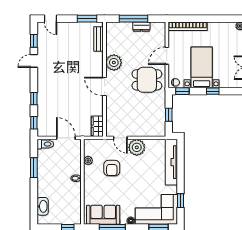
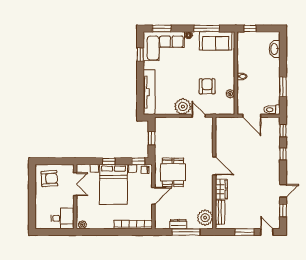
window: (87, 19) -> (245, 232), moved
plant: (114, 63) -> (205, 218), moved
bed with nightstands: (202, 67) -> (113, 184), width x1.36
dining table: (147, 80) -> (173, 172), turned 90
wardrobe: (97, 126) -> (221, 189), moved

